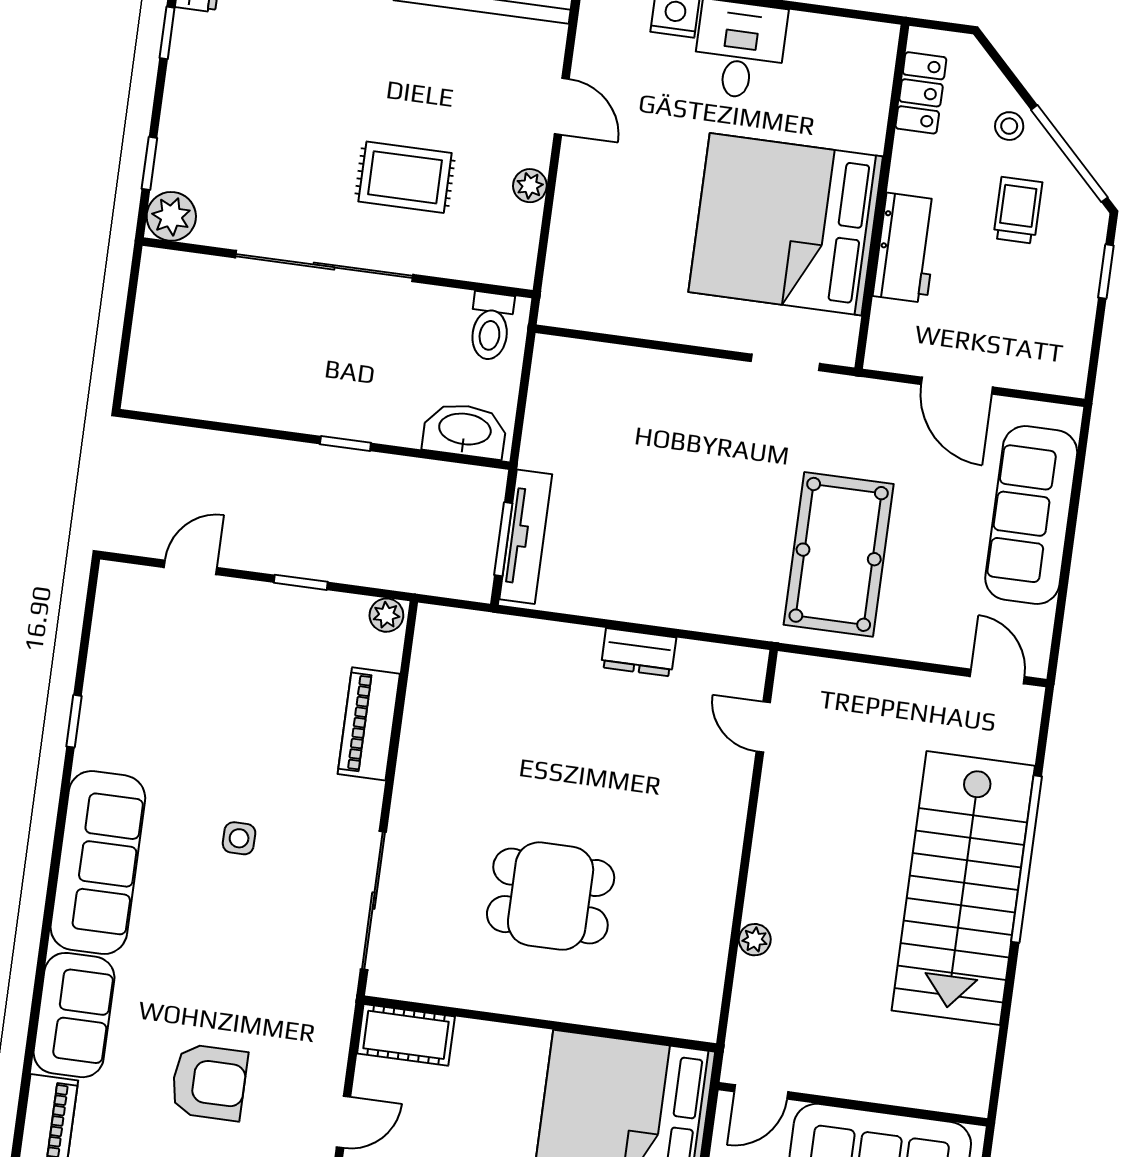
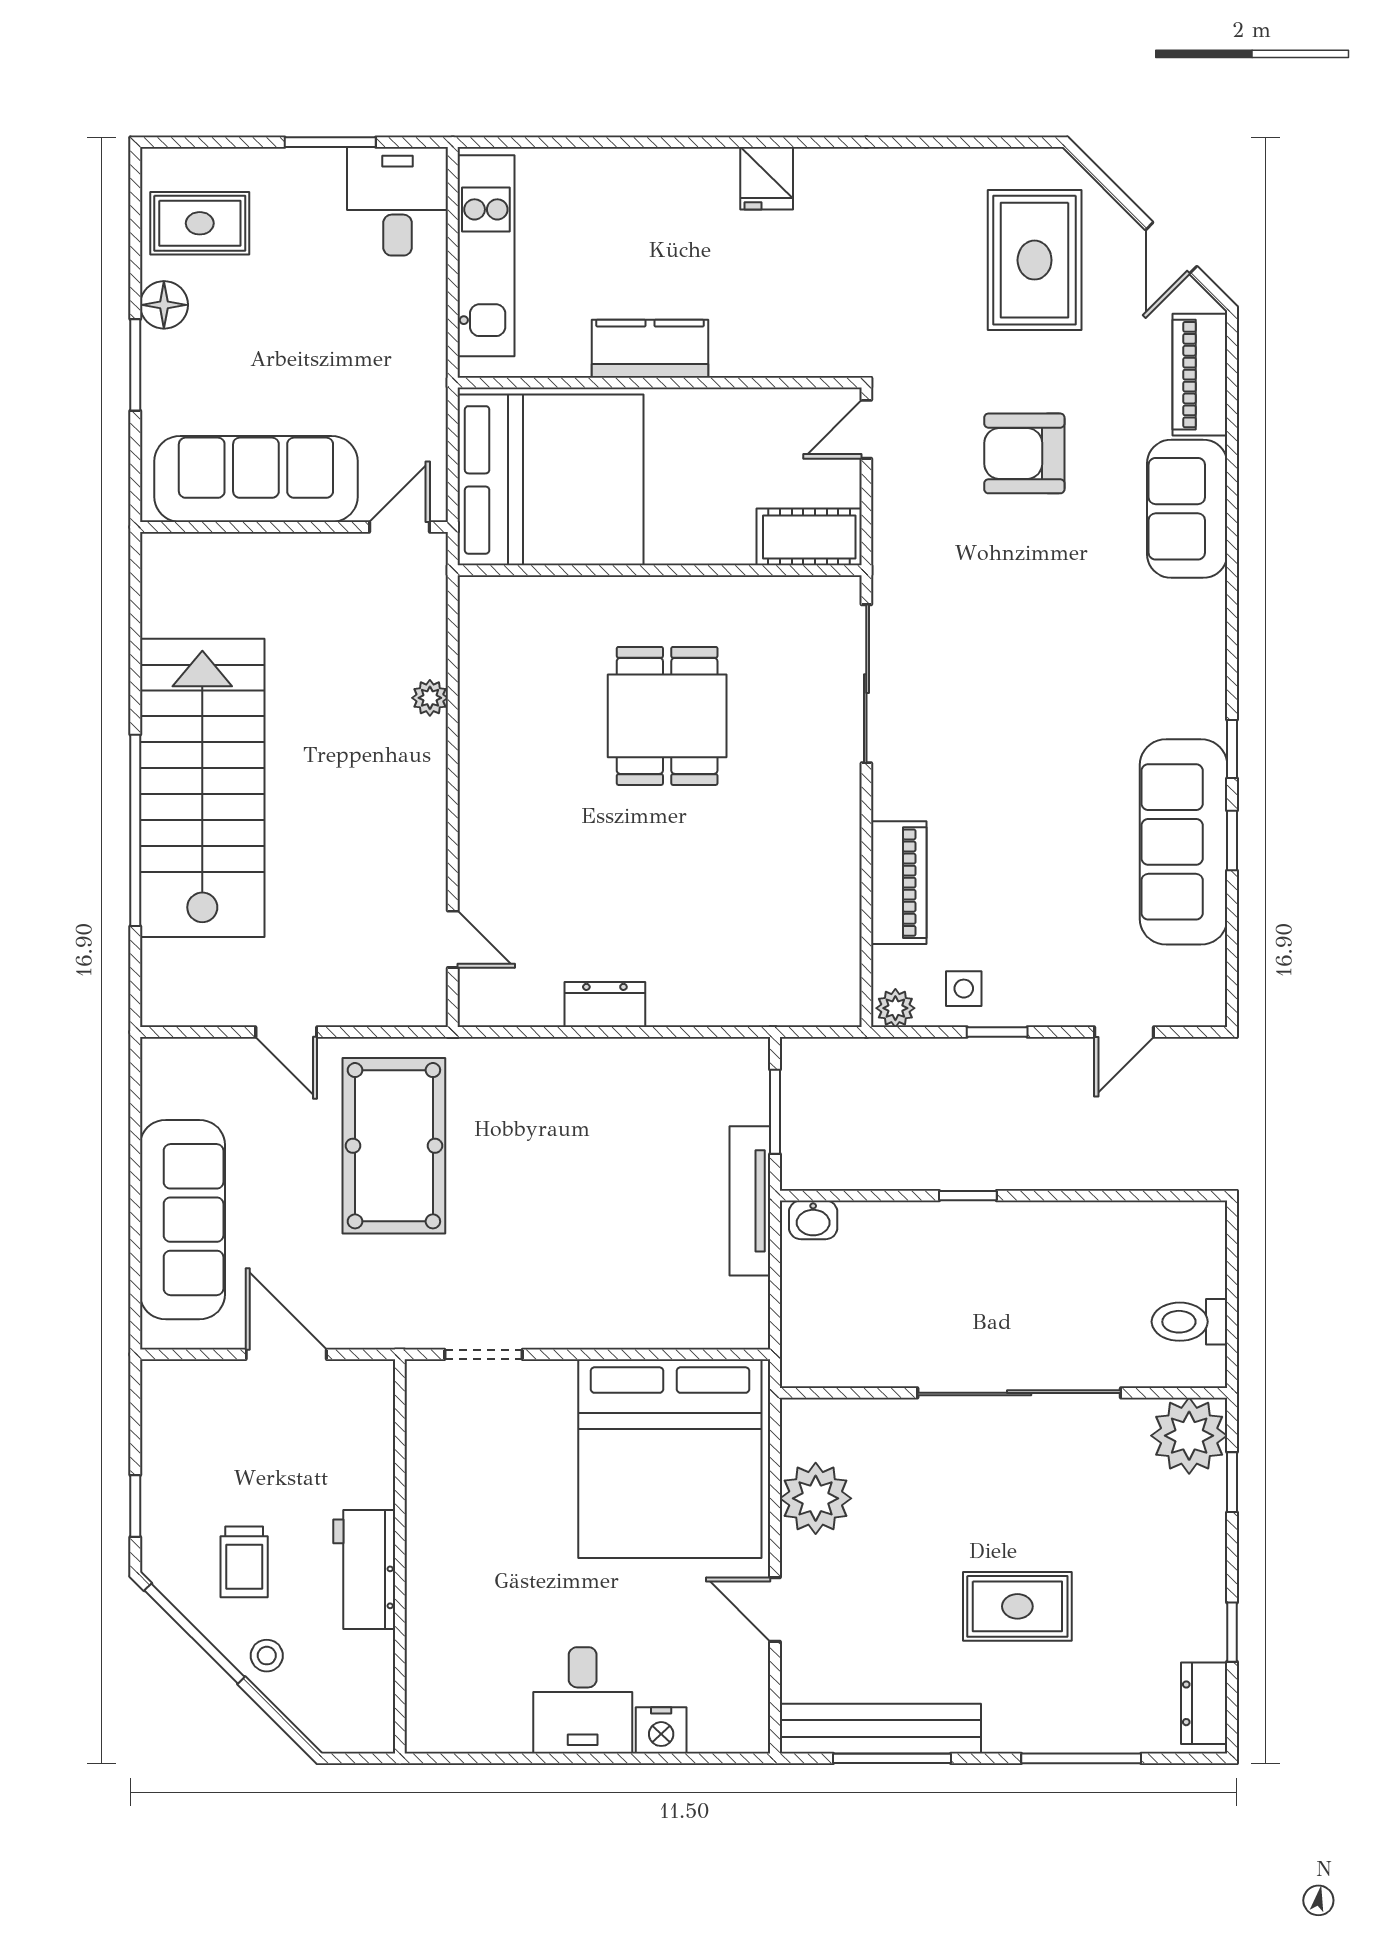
locker: (921, 93) -> (371, 1680), removed
rug: (405, 177) -> (1017, 1606), moved
plant: (530, 186) -> (816, 1498), width x1.87, depth x1.87
plant: (171, 216) -> (1189, 1436), width x1.36, depth x1.36
bed: (786, 224) -> (670, 1459), moved, turned 90
workbench: (906, 248) -> (364, 1569), moved
toilet: (491, 326) -> (1189, 1322), moved, turned -90
washbasin: (465, 431) -> (813, 1220), width x0.52, depth x0.69
tv unit: (526, 537) -> (750, 1201), moved
door: (997, 677) -> (286, 1032), moved
window: (63, 801) -> (1232, 749), added
side table: (239, 838) -> (964, 989), moved
sofa: (98, 863) -> (1183, 842), moved
dining table: (551, 896) -> (667, 716), turned 90

